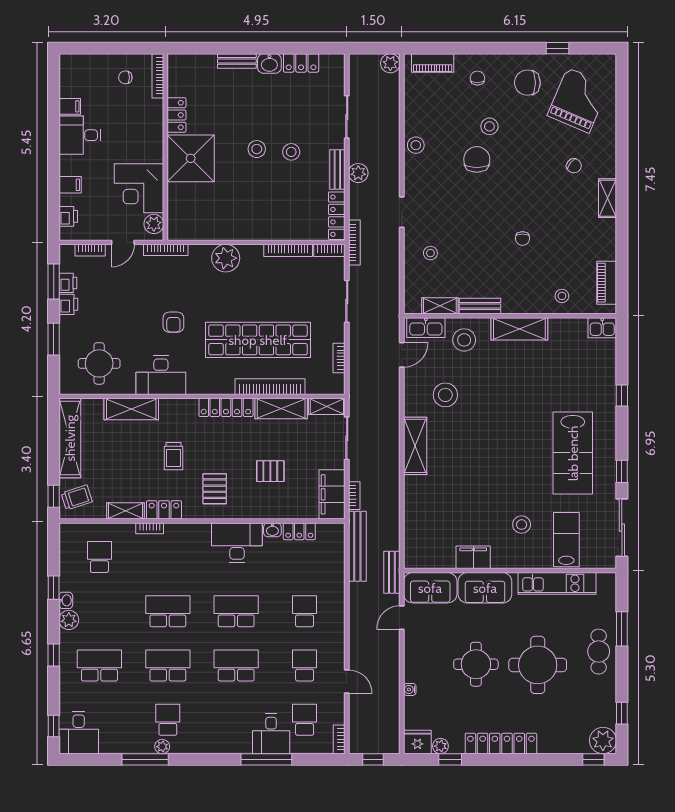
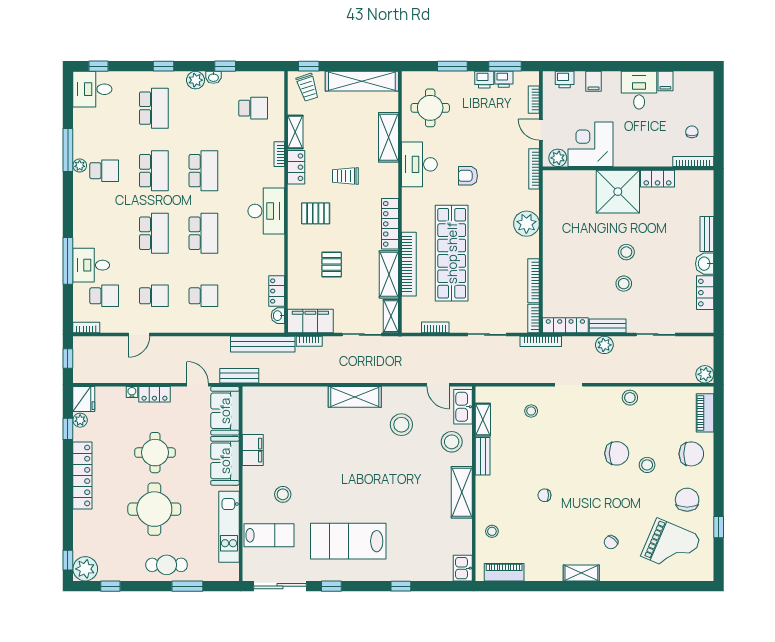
chair: (477, 78) -> (691, 454), width x1.87, depth x1.87
washbasin: (272, 530) -> (278, 316), moved
desk: (237, 543) -> (266, 211), moved
locker: (412, 665) -> (154, 394), added

